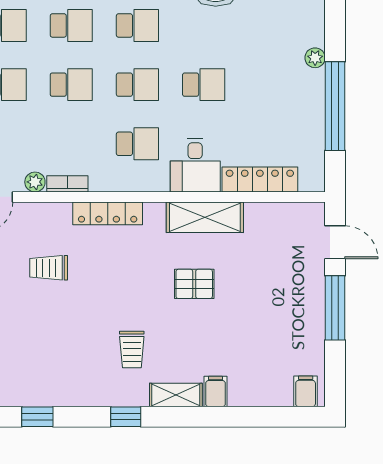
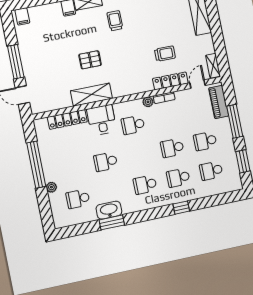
school desk: (137, 85) -> (78, 199), moved
plant: (35, 182) -> (148, 102), moved
locker: (108, 213) -> (170, 81), moved

